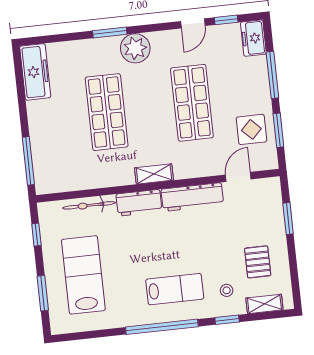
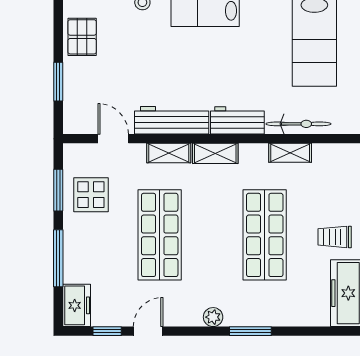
plant: (135, 48) -> (213, 317), width x0.53, depth x0.53
trolley: (49, 117) -> (335, 237), added
shelving: (192, 170) -> (169, 153), added
door: (238, 177) -> (113, 139), swing flipped
shelving: (93, 181) -> (290, 153), added
pallet: (258, 262) -> (82, 37), moved

